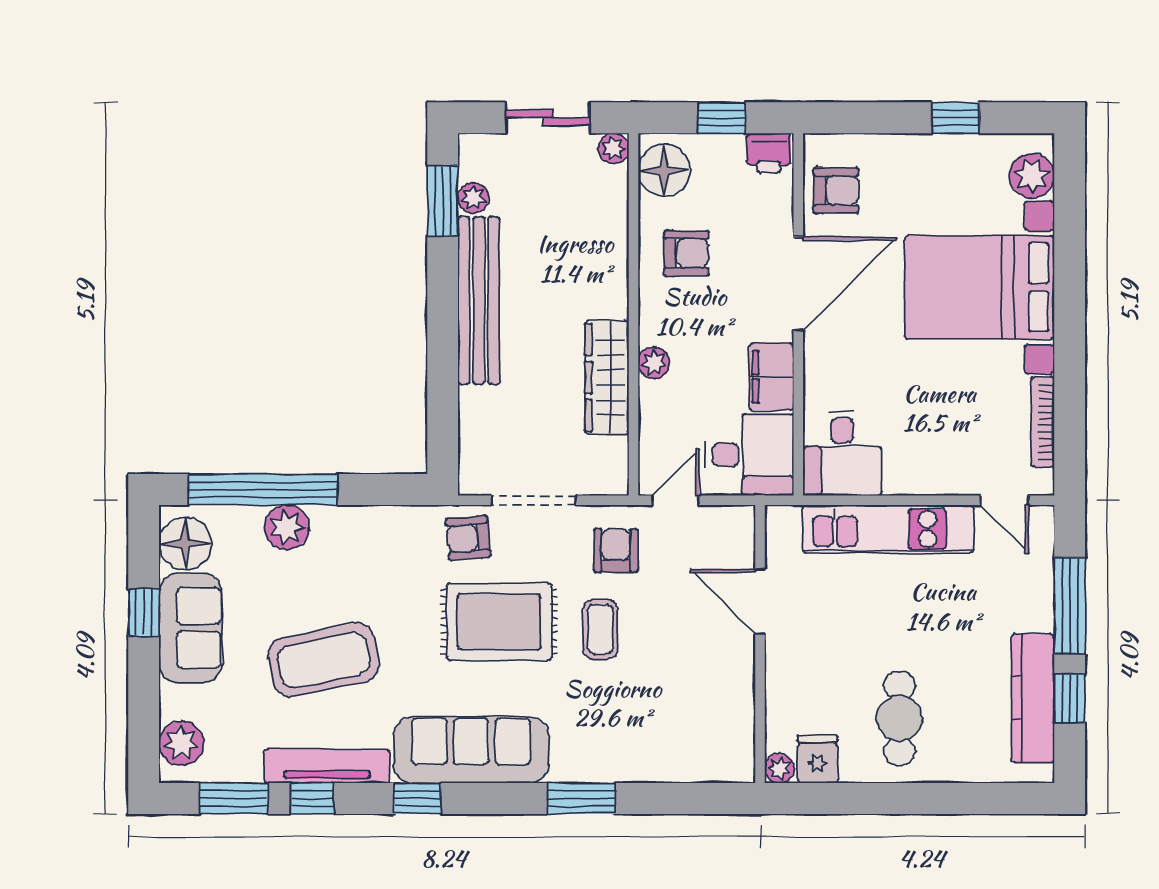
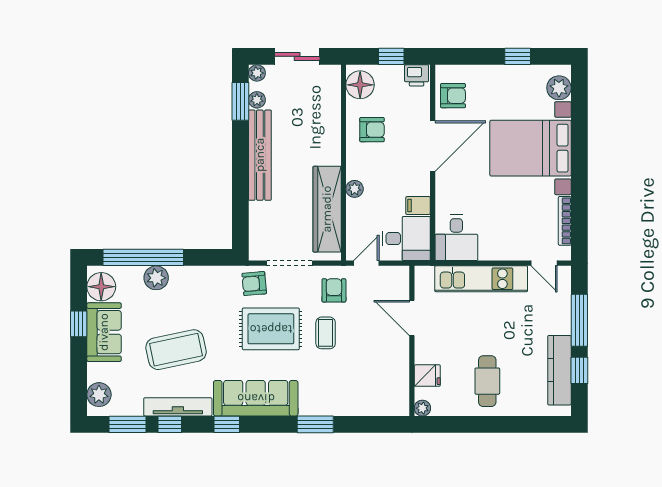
plant: (613, 148) -> (257, 73), moved
filing cabinet: (771, 377) -> (418, 206), width x0.50
wardrobe: (607, 378) -> (327, 209), width x1.40, depth x1.17
fridge: (817, 759) -> (427, 376), moved, turned 90

